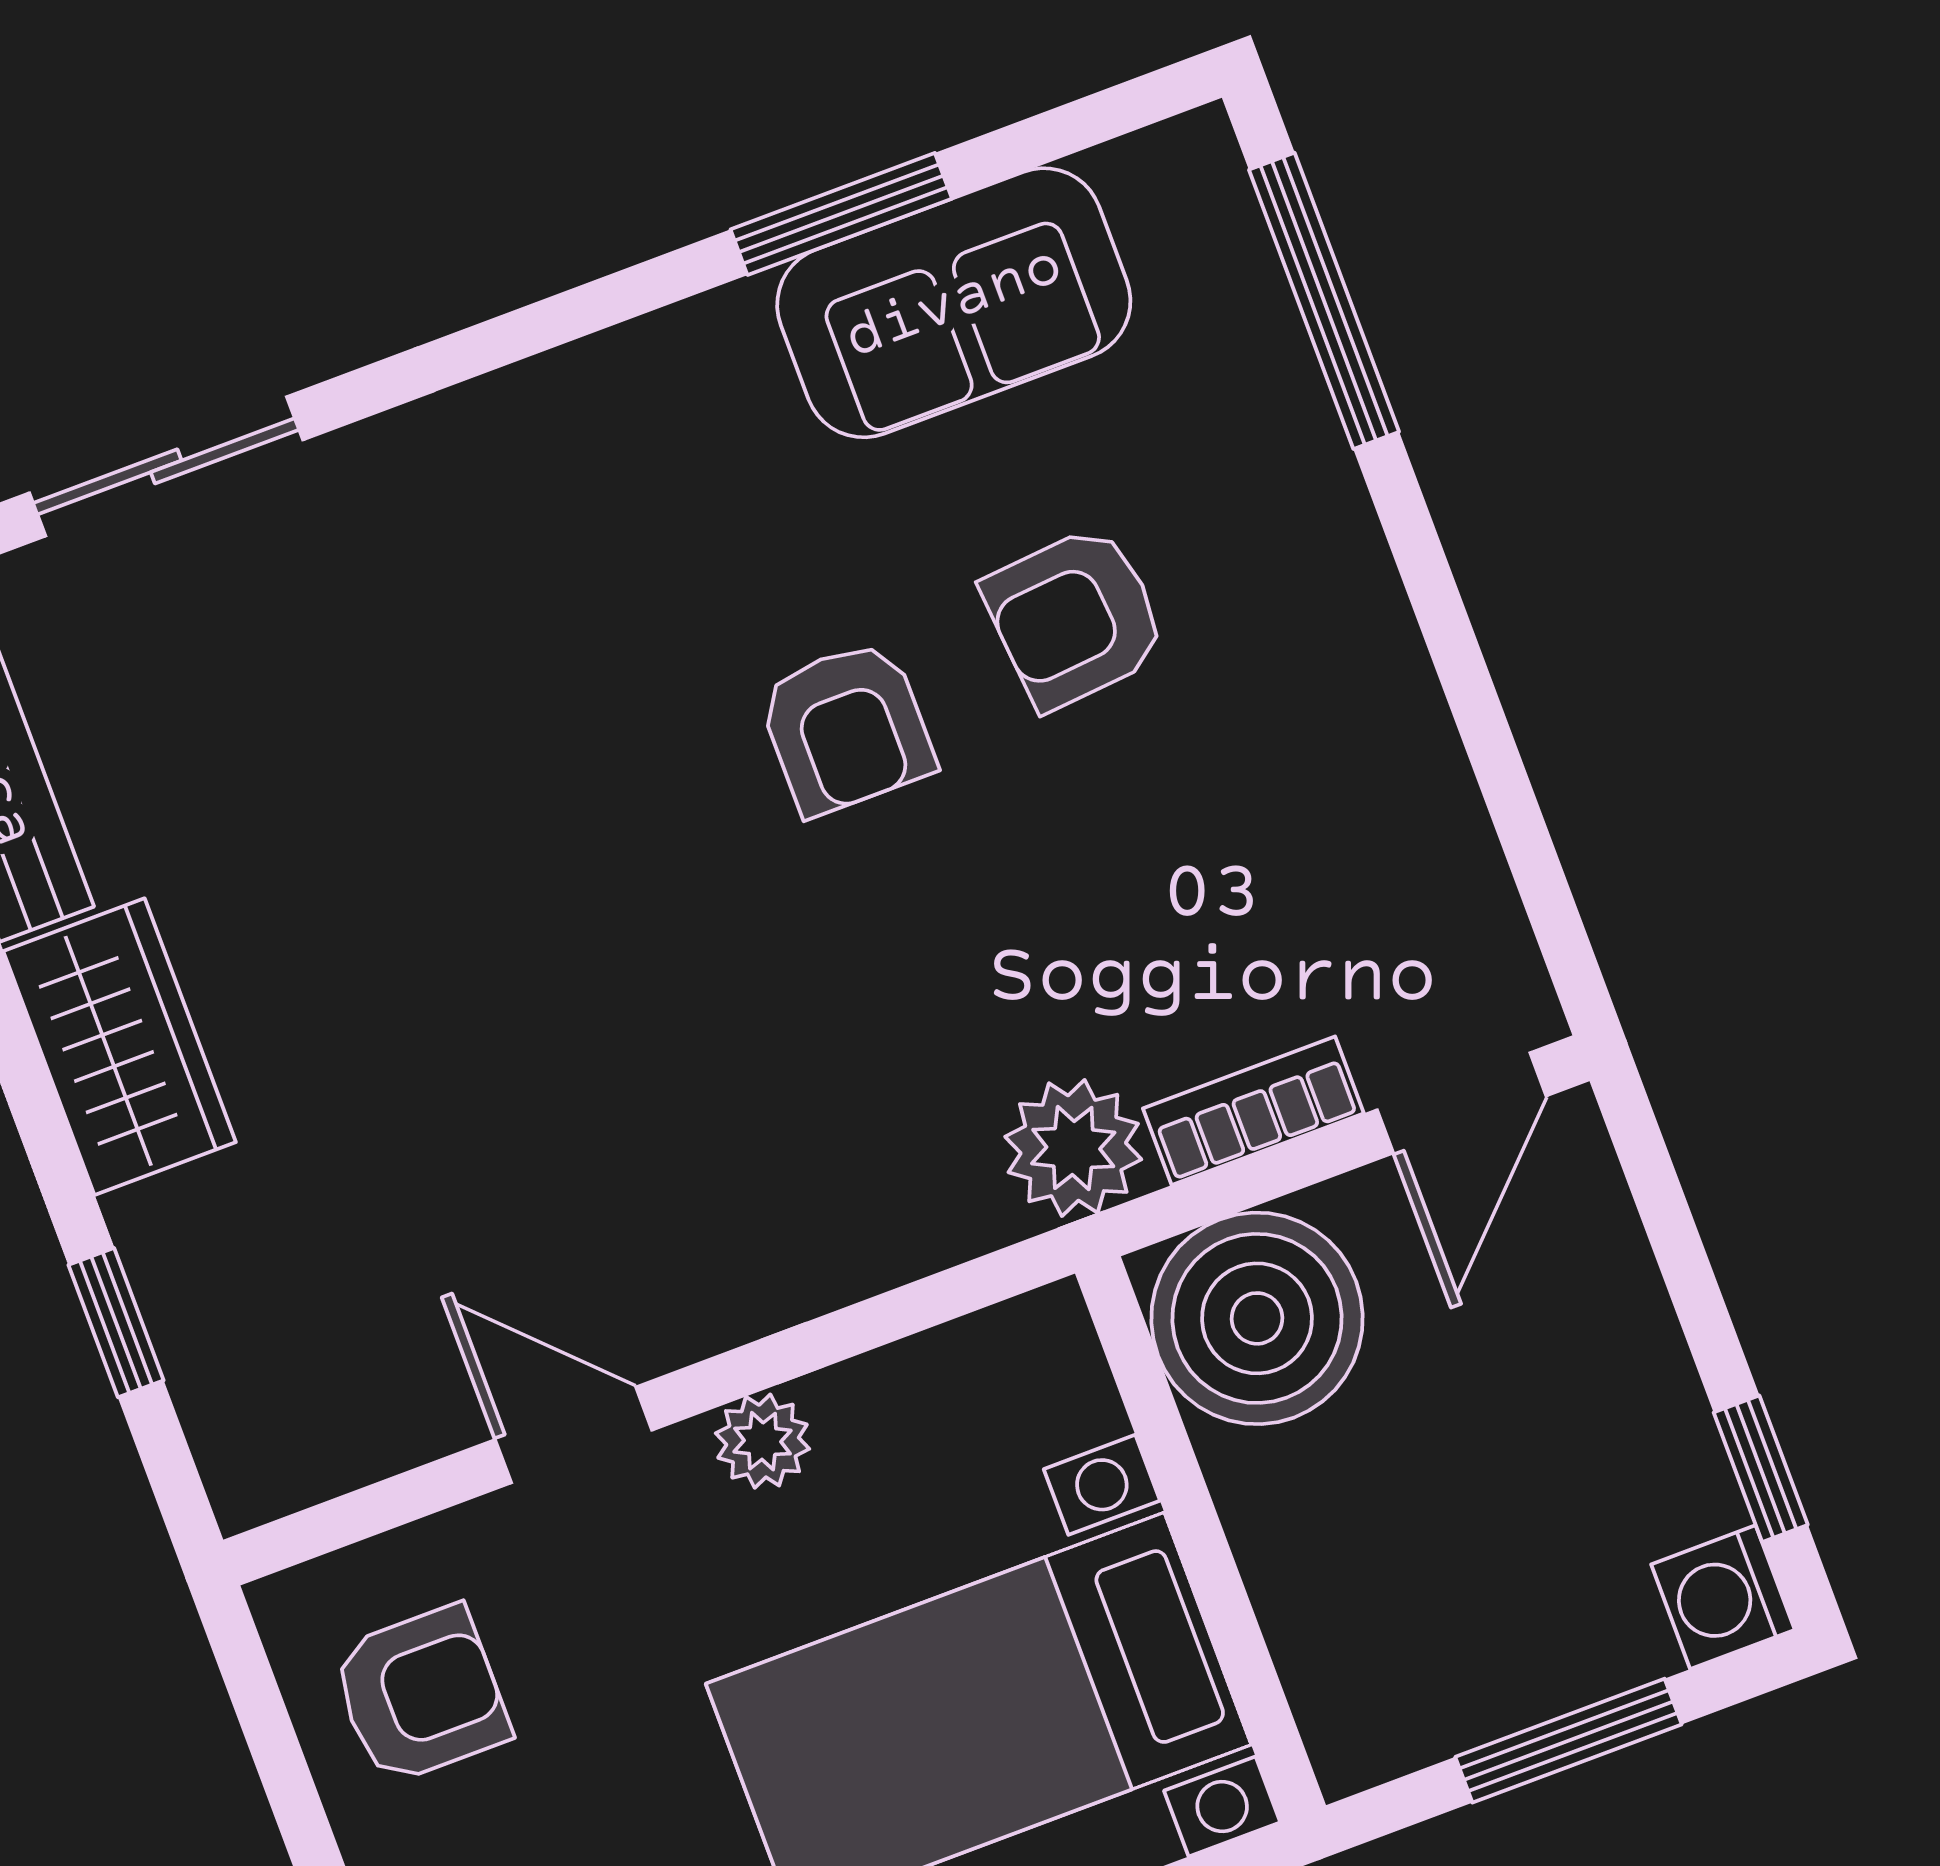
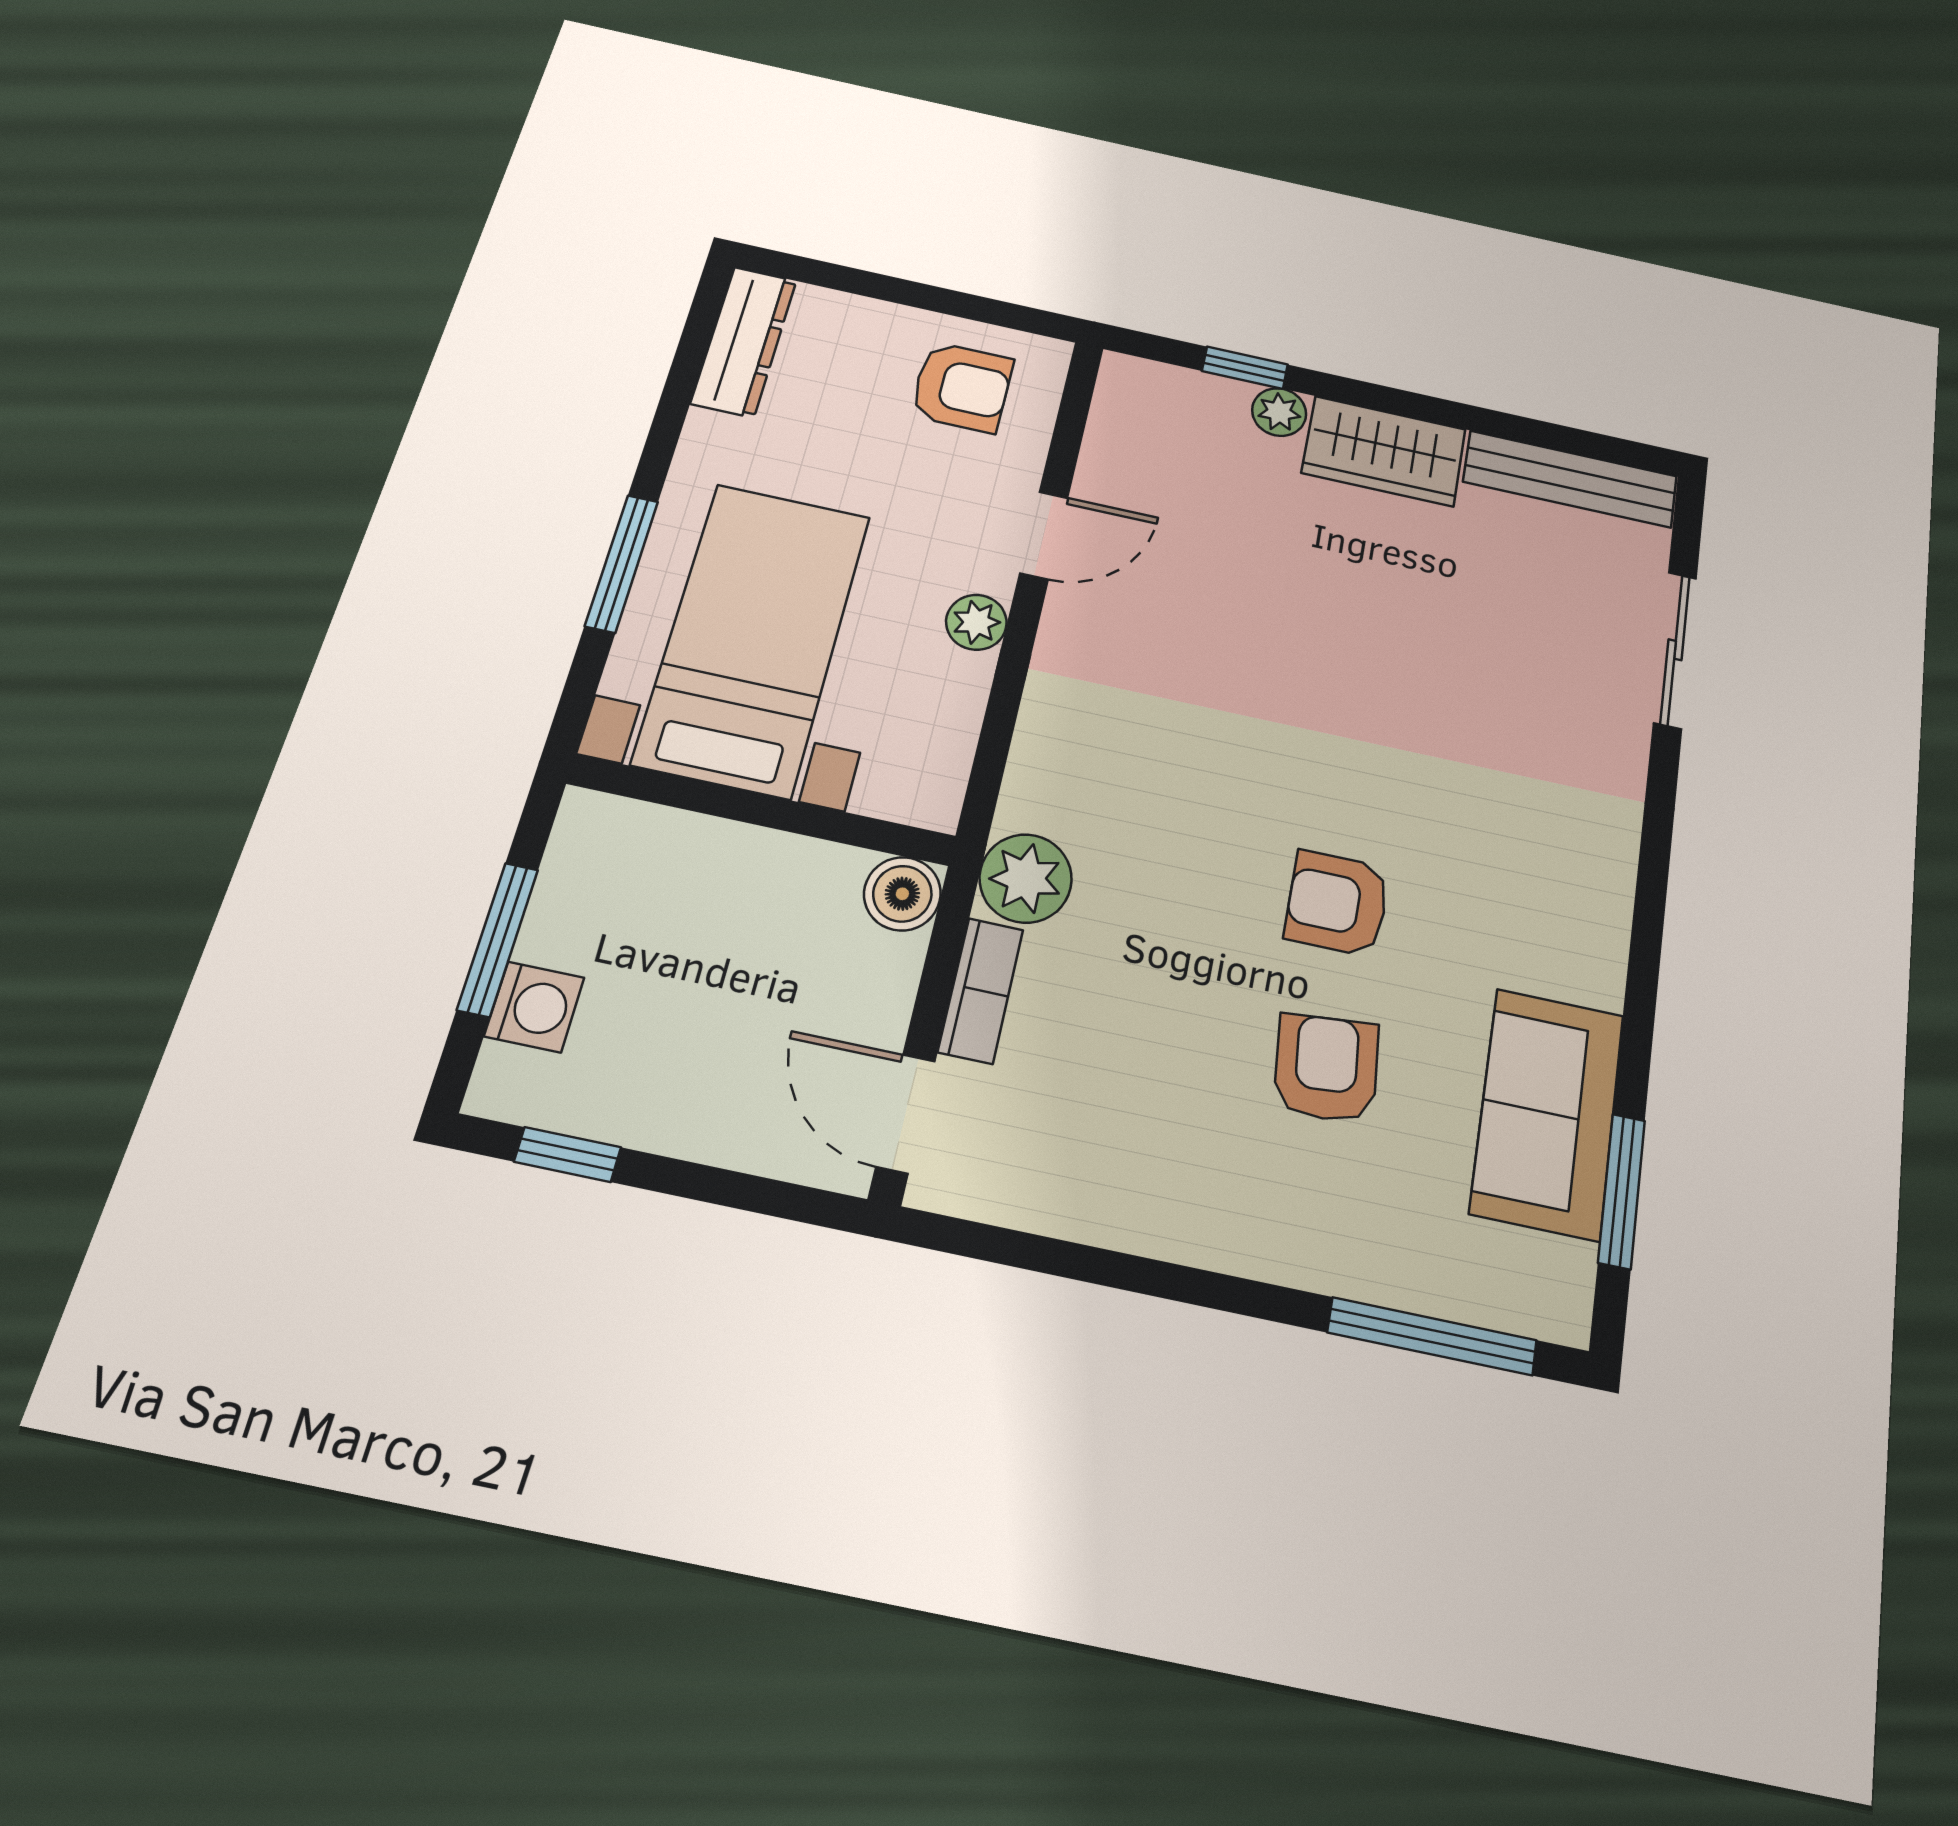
window: (841, 214) -> (1622, 1191), moved
plant: (157, 1231) -> (1279, 412), added
boiler: (1257, 1318) -> (902, 894), width x0.54, depth x0.54
washing machine: (1723, 1597) -> (534, 1007), moved, turned 90
armchair: (420, 1695) -> (962, 387), turned -90

